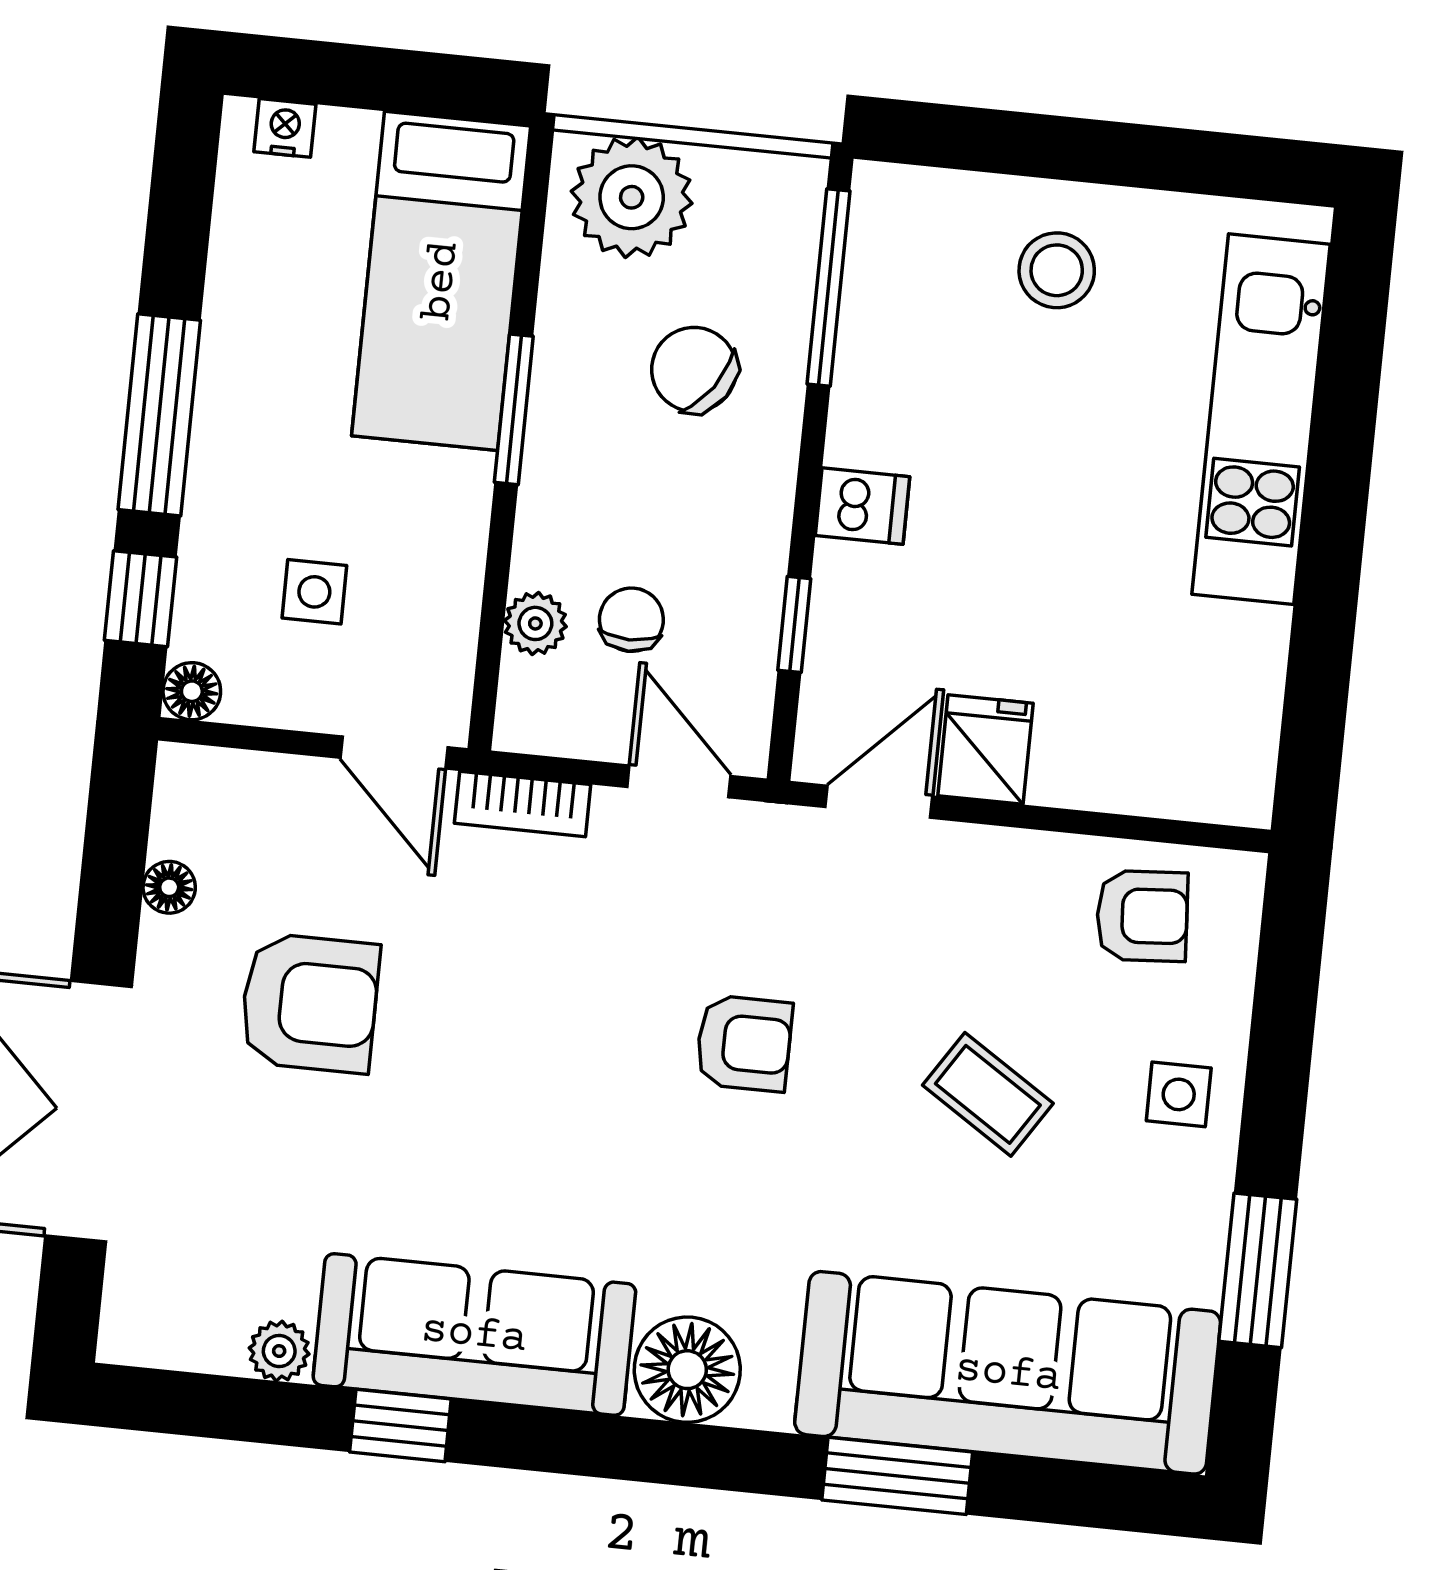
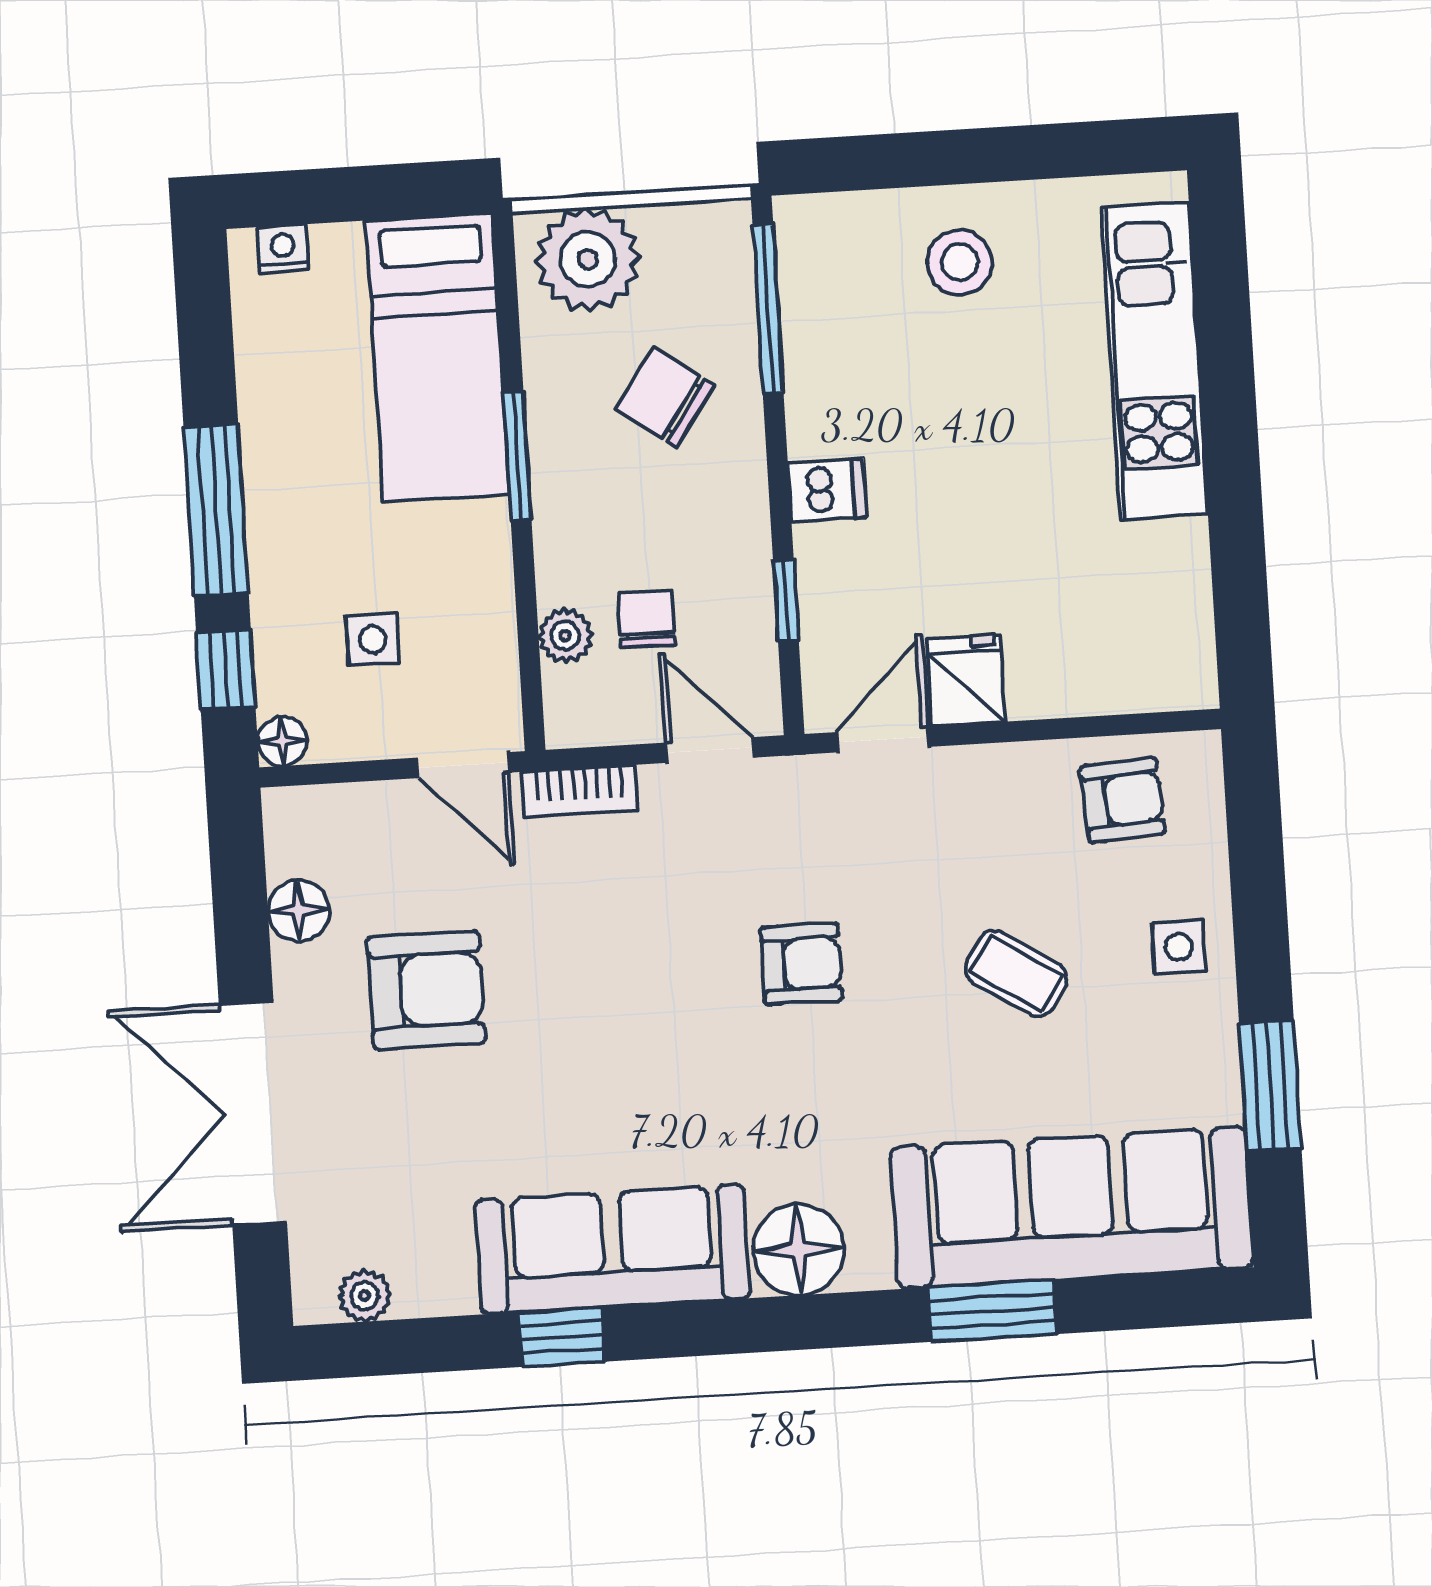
floor lamp: (169, 887) -> (299, 911), width x1.37, depth x1.37
plant: (279, 1351) -> (365, 1296), moved

